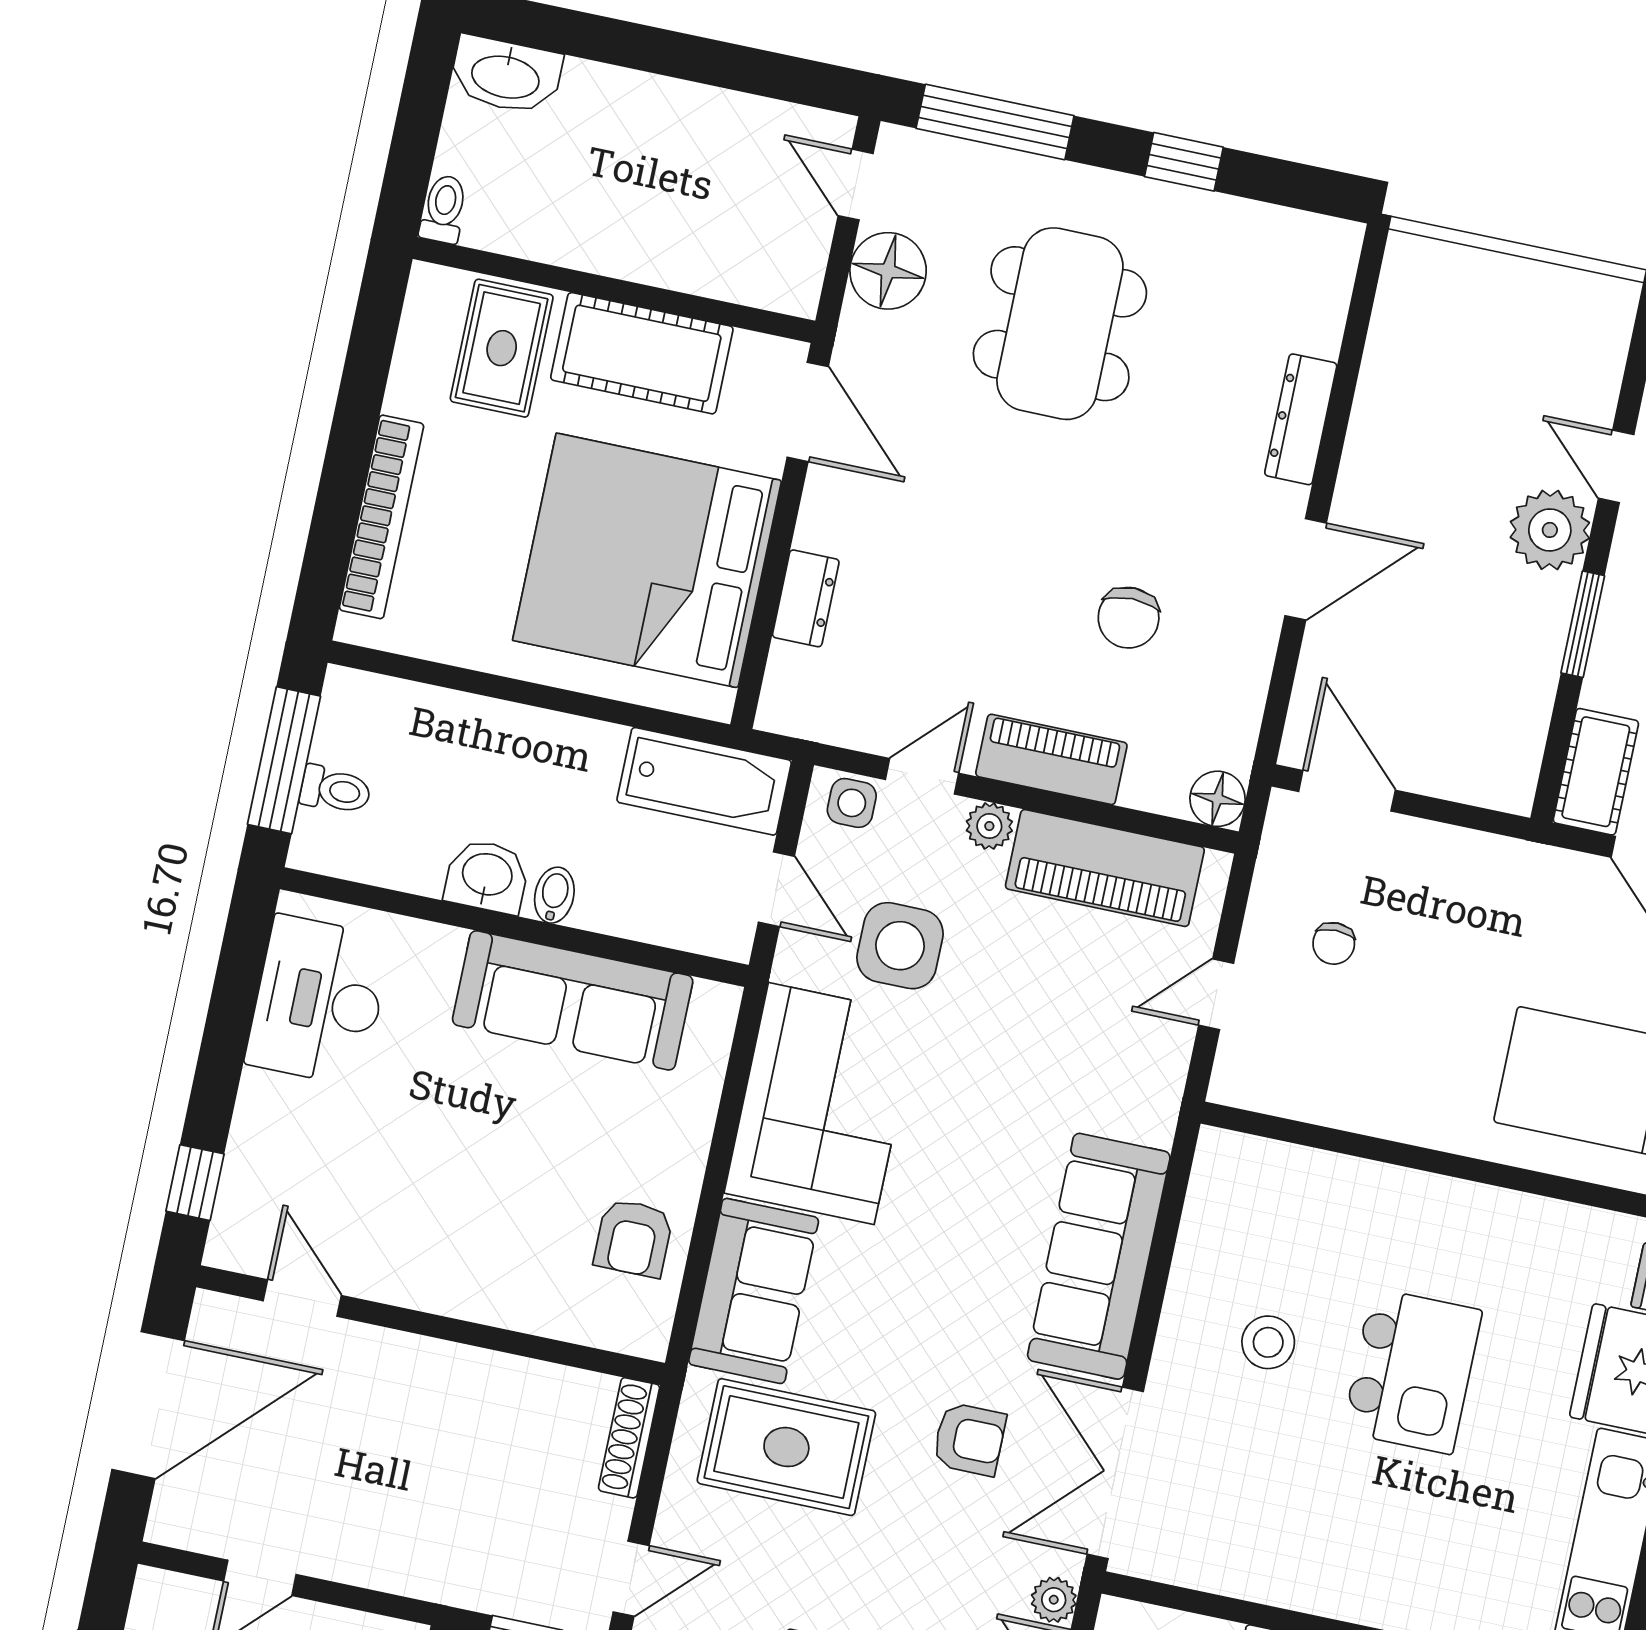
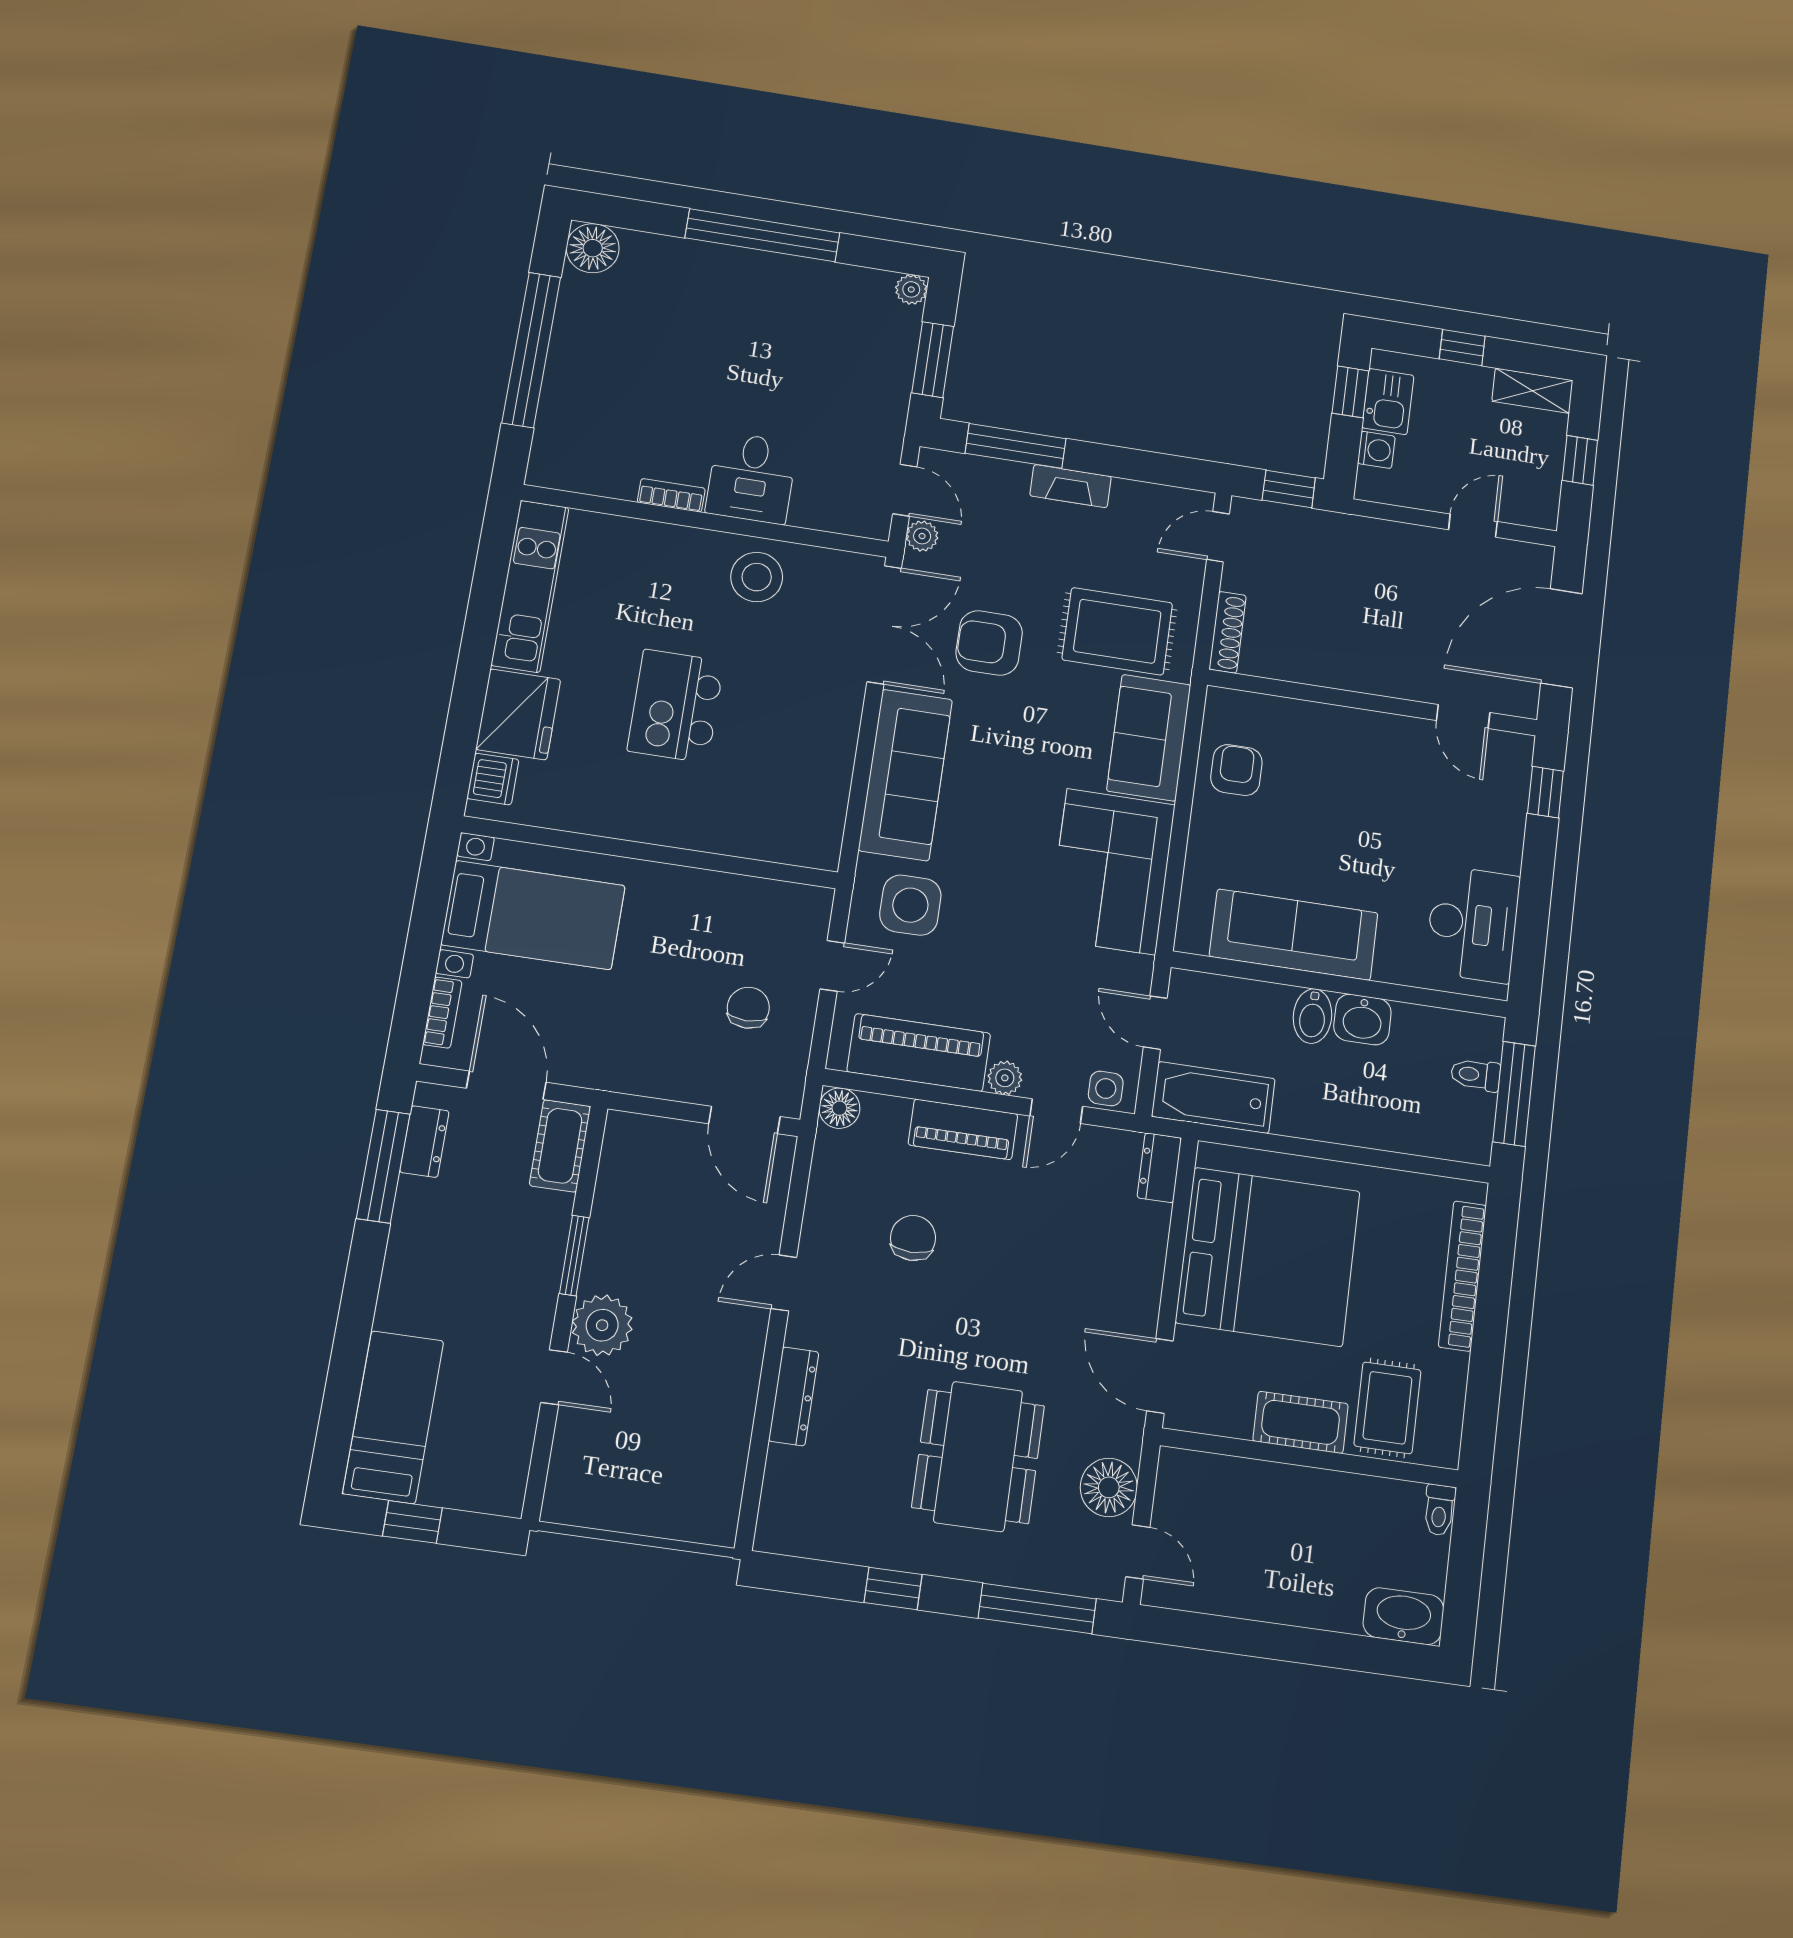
cot: (642, 353) -> (1301, 1422), width x0.73, depth x0.75
door: (1306, 569) -> (784, 1283), width x0.73
dresser: (806, 598) -> (1159, 1168), moved
bidet: (554, 895) -> (1312, 1016), width x1.38, depth x1.36
chair: (1334, 943) -> (748, 1008), width x1.37, depth x1.37
side table: (900, 946) -> (910, 905), moved
stool: (1268, 1342) -> (757, 577), moved, width x1.38, depth x1.38
armchair: (969, 1439) -> (989, 643), width x1.38, depth x1.38

